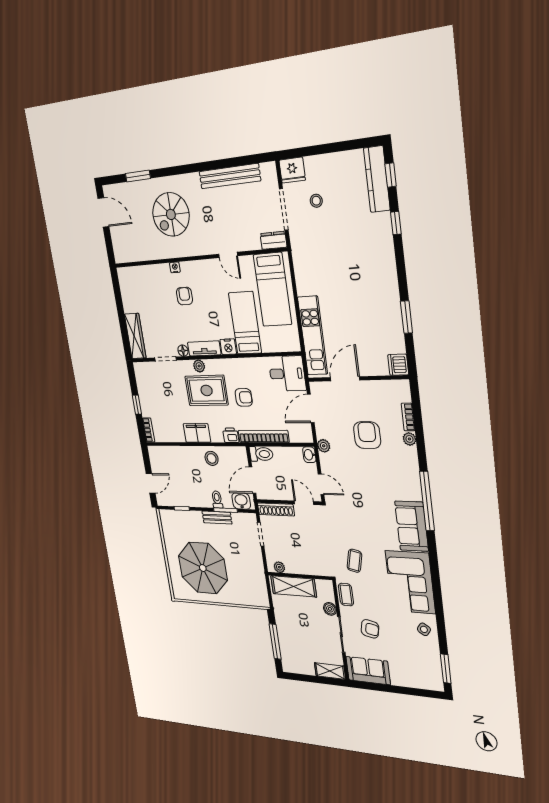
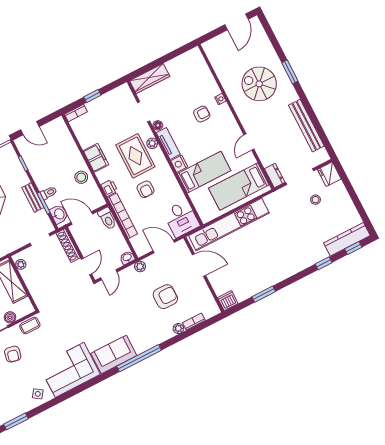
window: (138, 176) -> (290, 72), moved
kitchen unit: (313, 336) -> (229, 224), width x1.36
coffee table: (354, 561) -> (62, 322), removed

